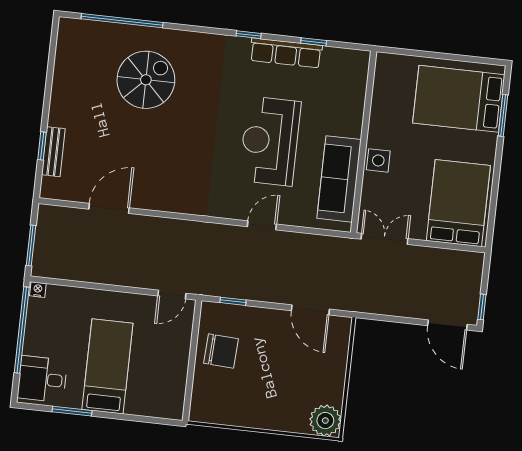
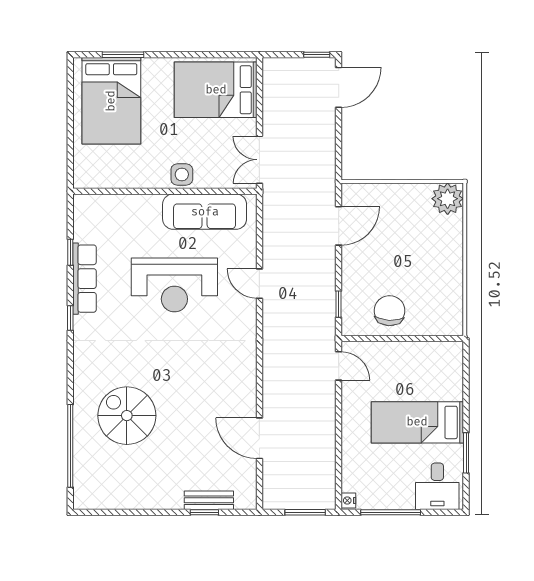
window: (22, 330) -> (391, 512), width x0.68

